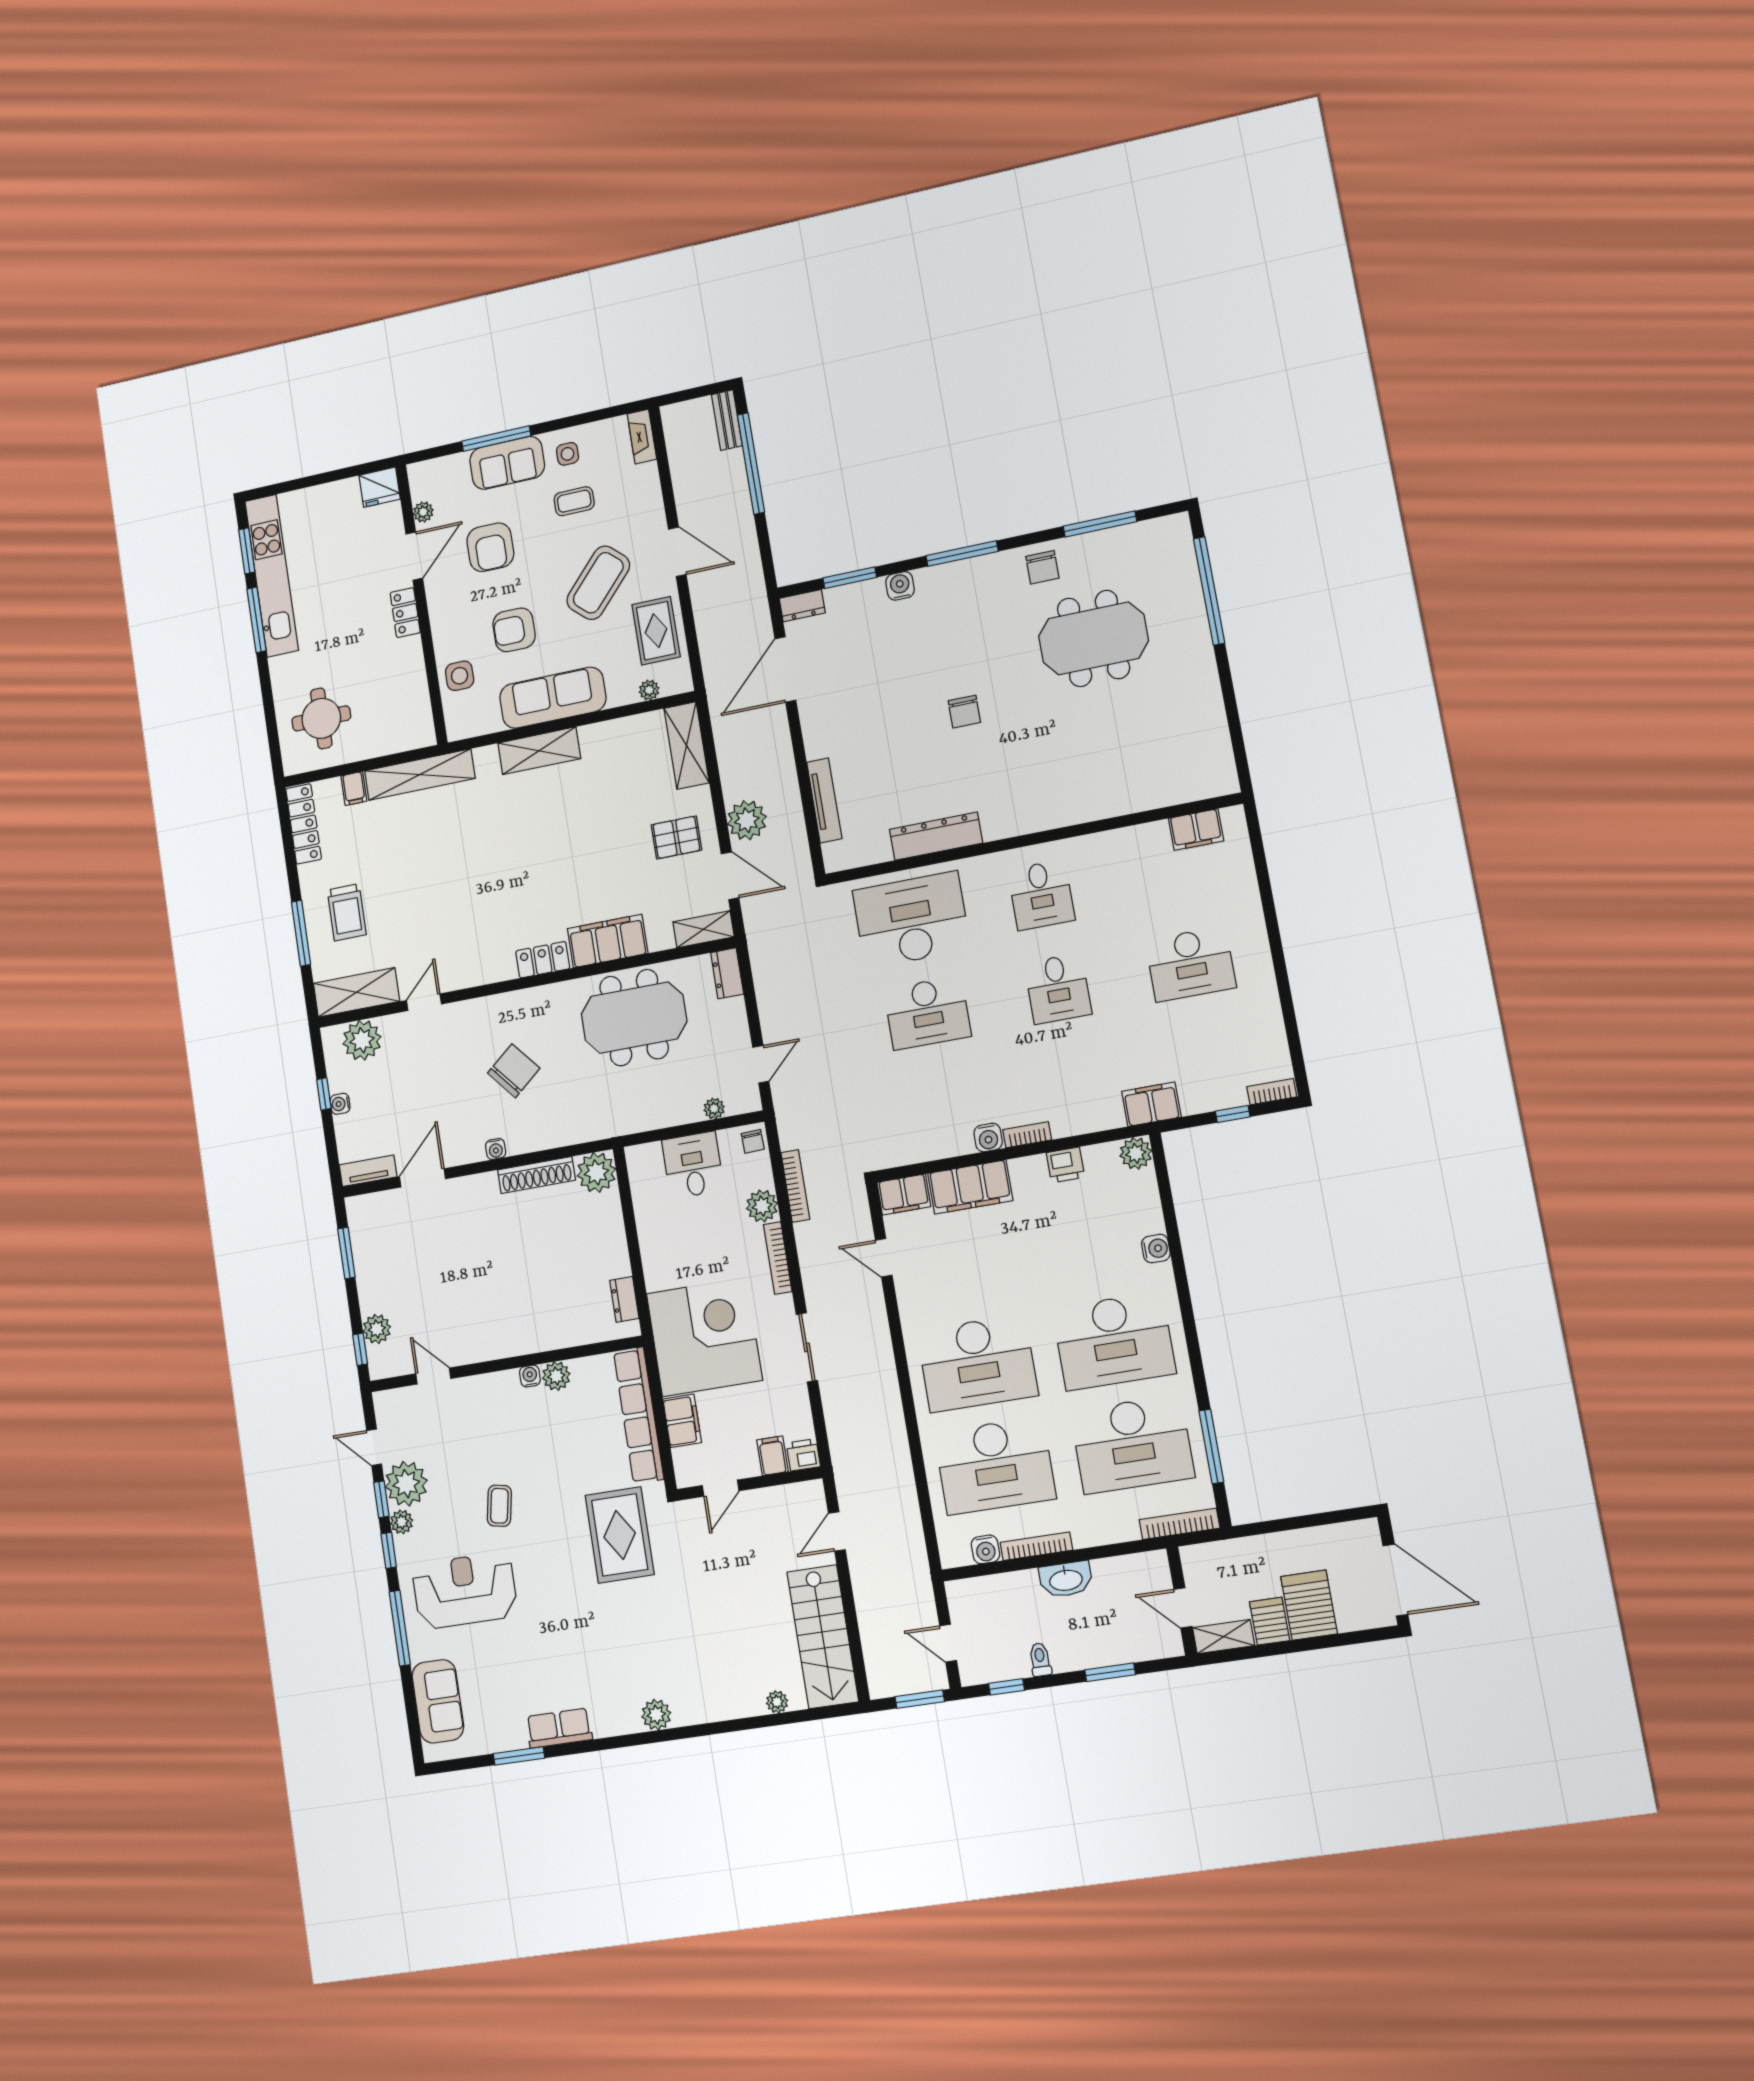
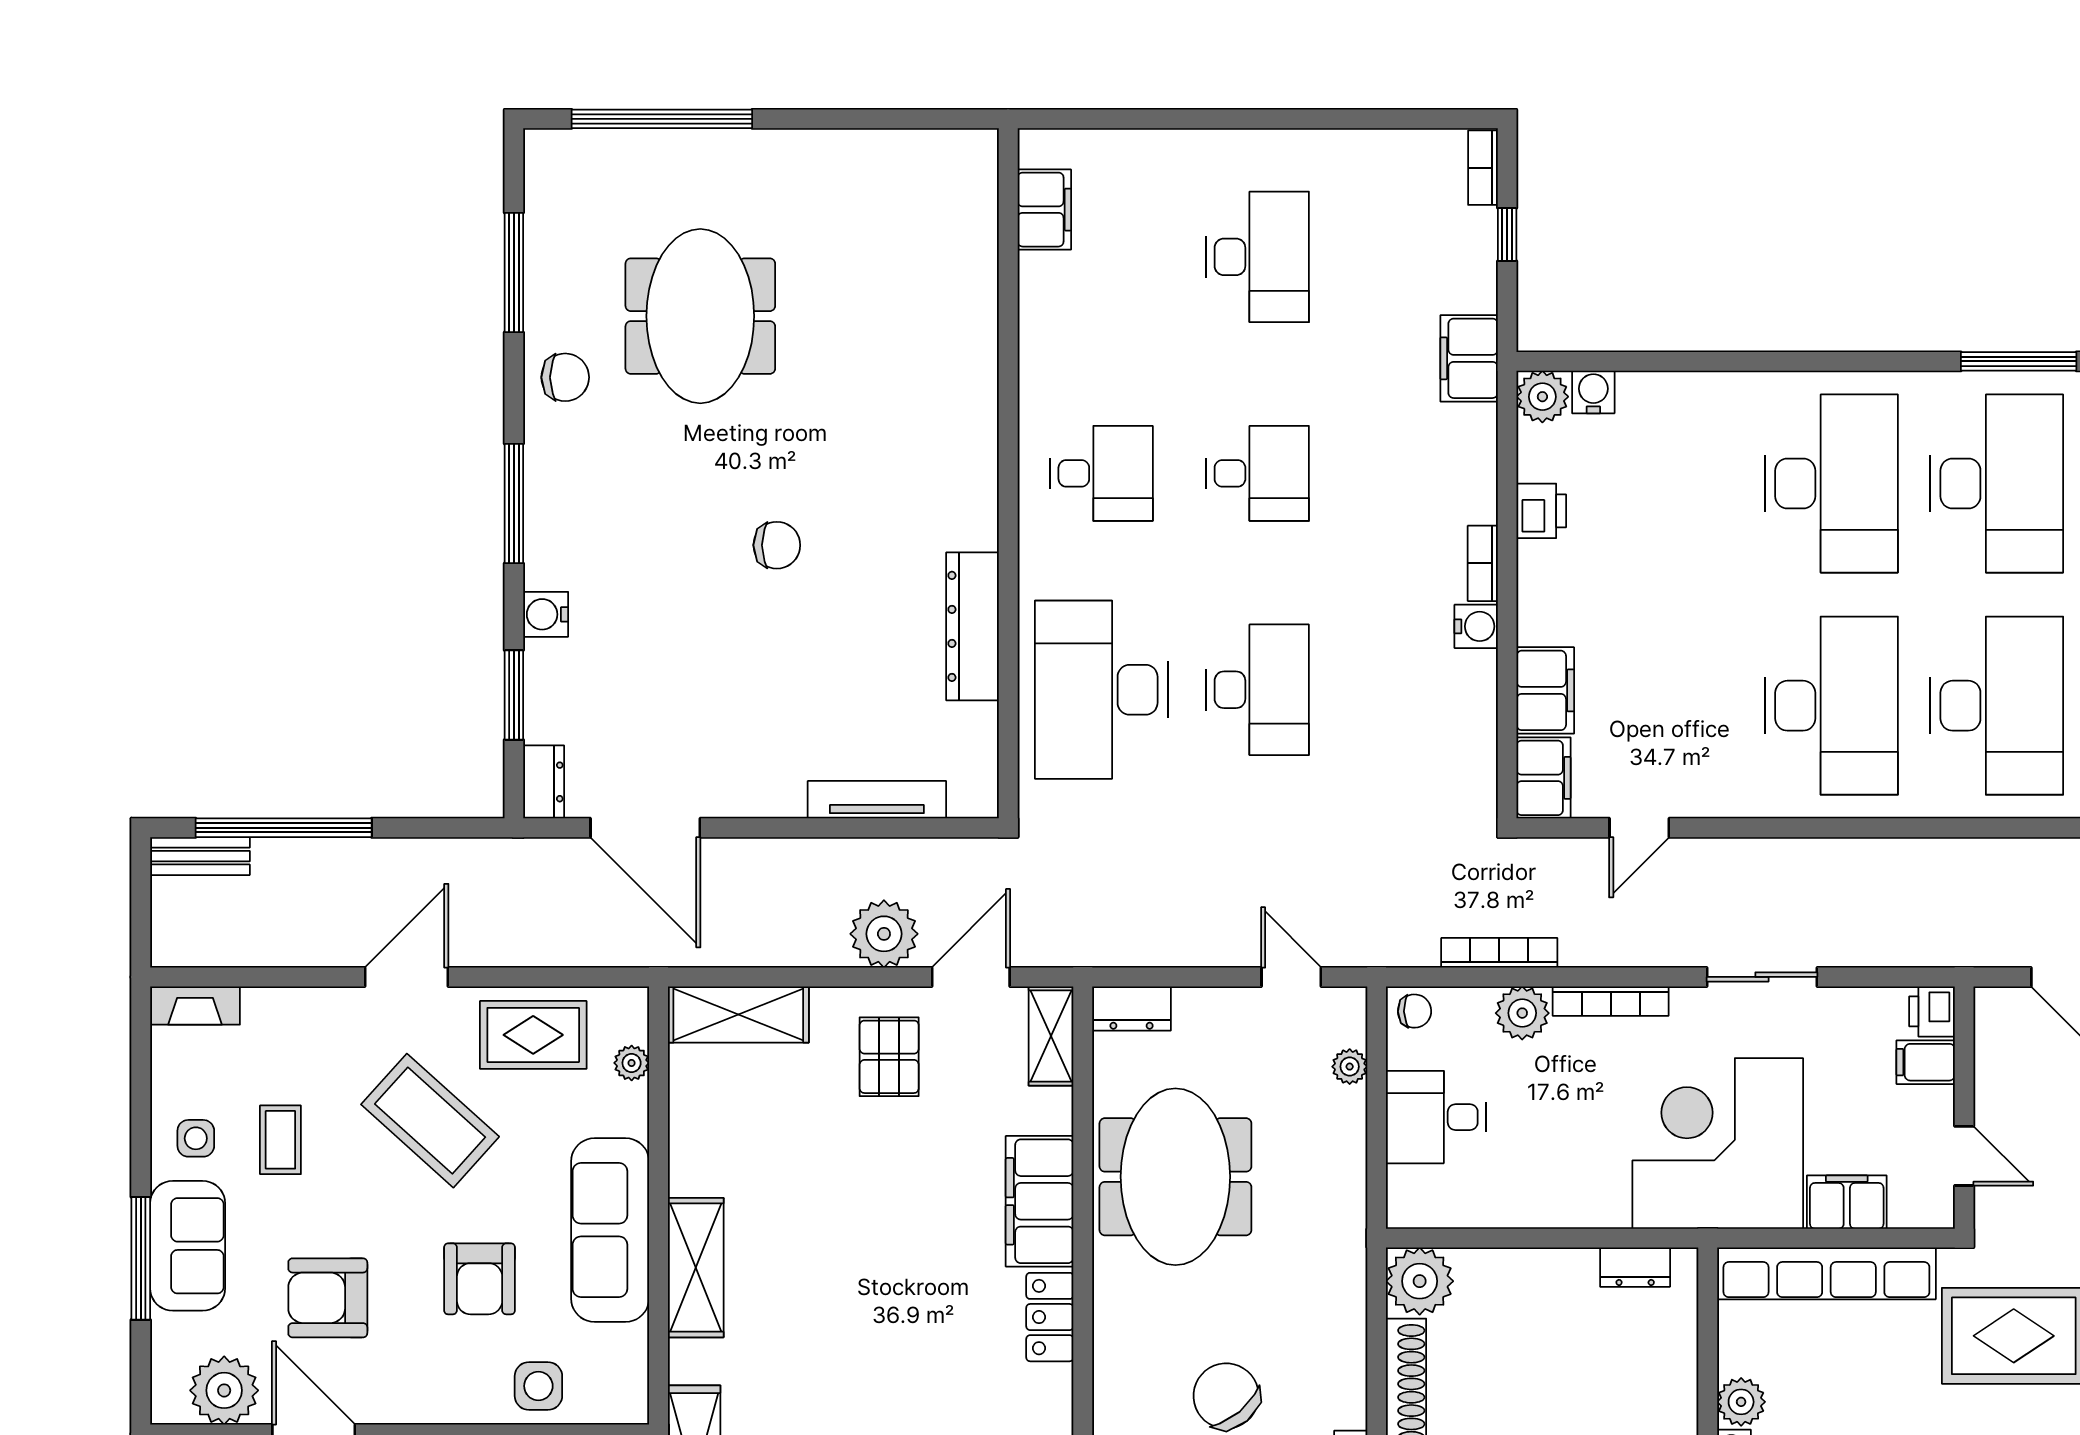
plant: (423, 512) -> (224, 1390), width x1.87, depth x1.87
armchair: (490, 547) -> (328, 1298), turned 180
filing cabinet: (970, 1187) -> (1545, 690), width x0.67, depth x0.86
water cooler: (1156, 1249) -> (1593, 392), moved

